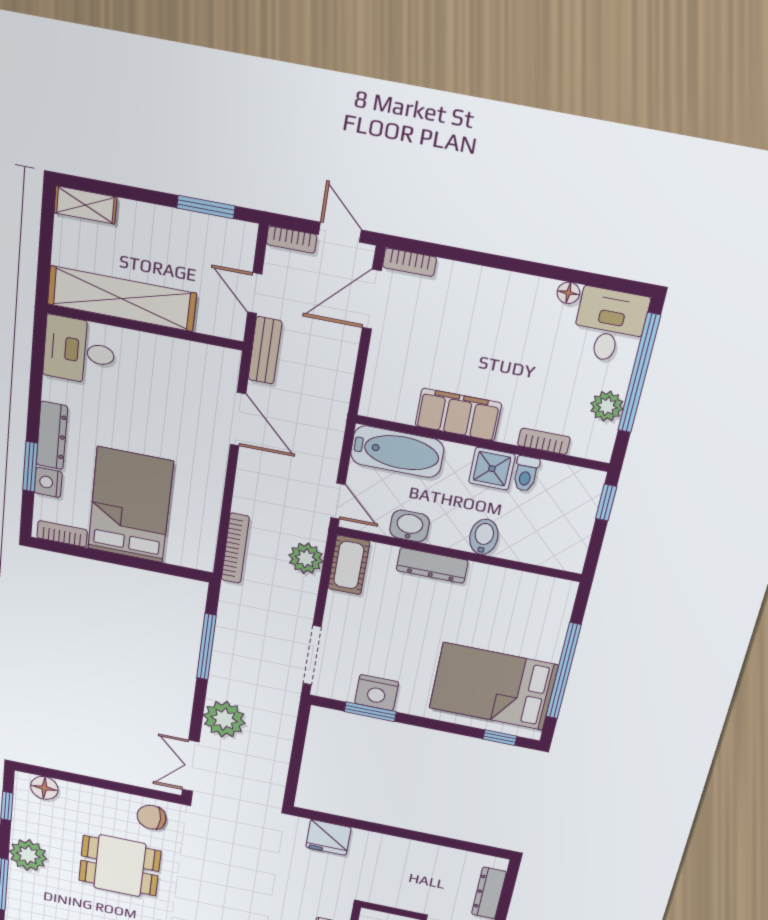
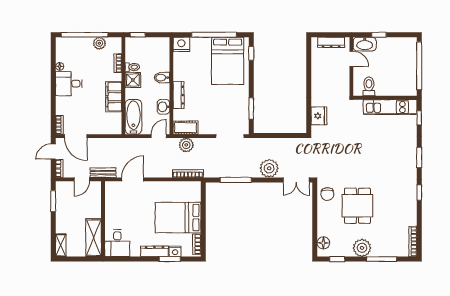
shelving: (122, 299) -> (94, 238), width x0.68
desk: (610, 326) -> (69, 84), moved
nightstand: (377, 693) -> (181, 44), moved, turned -90

